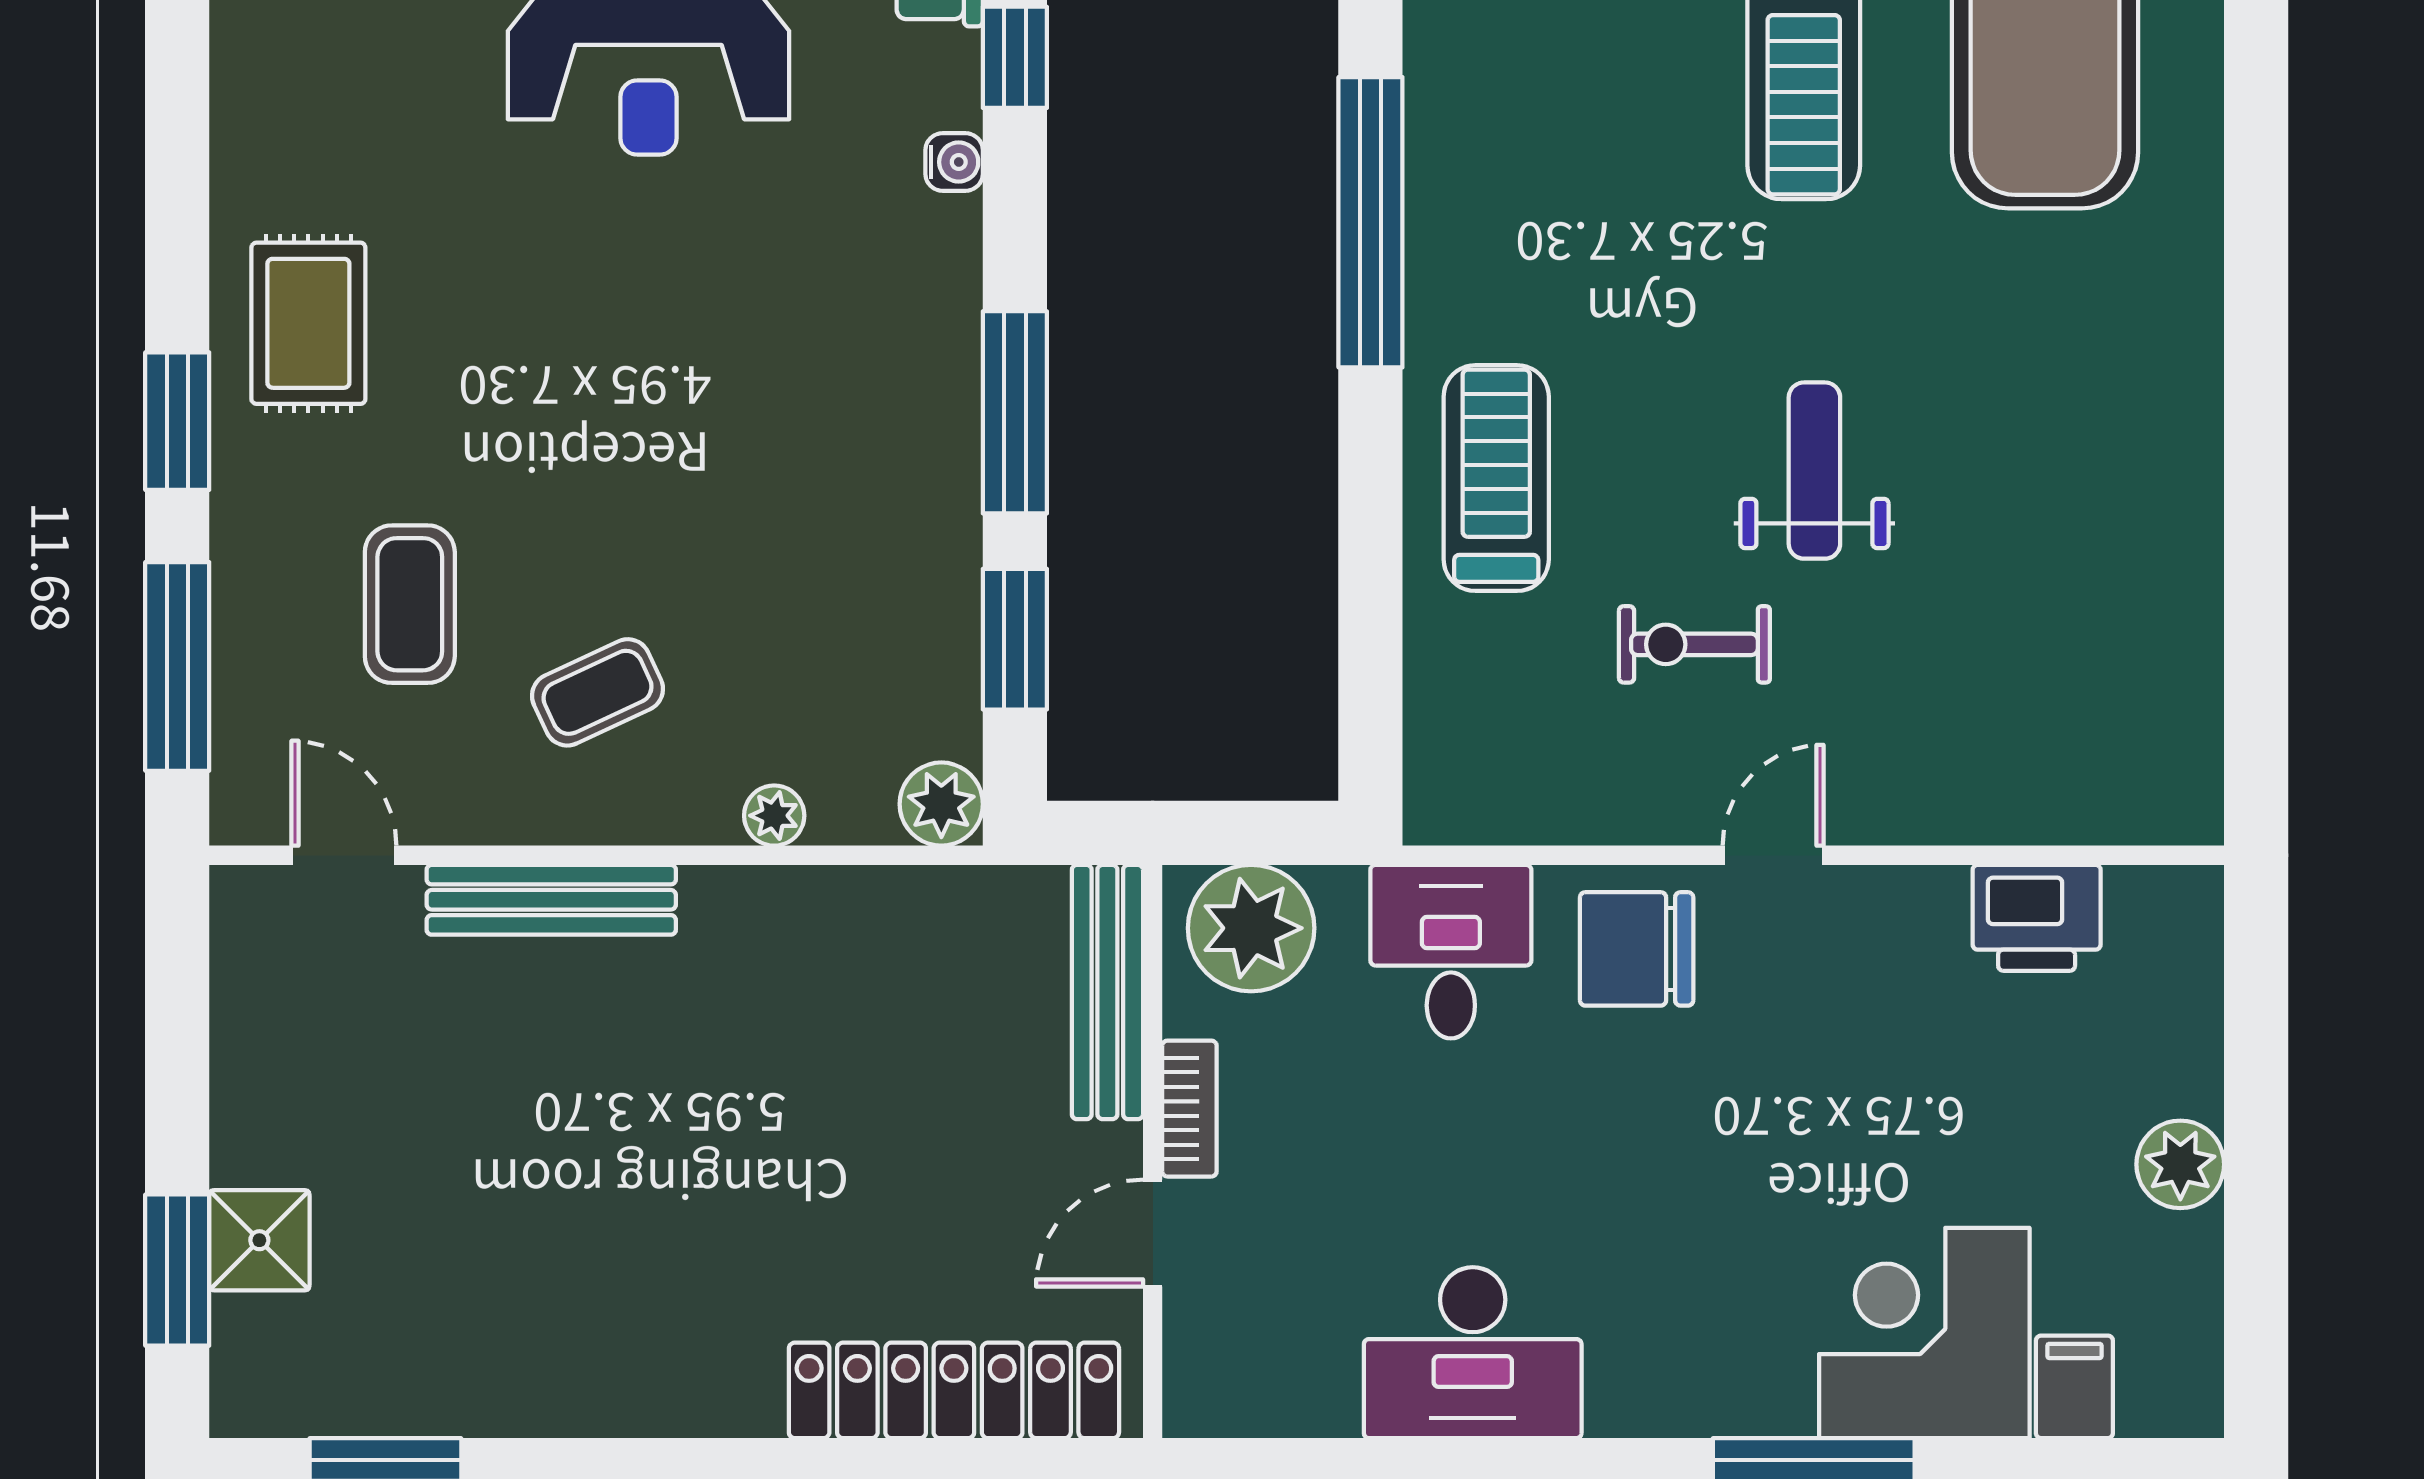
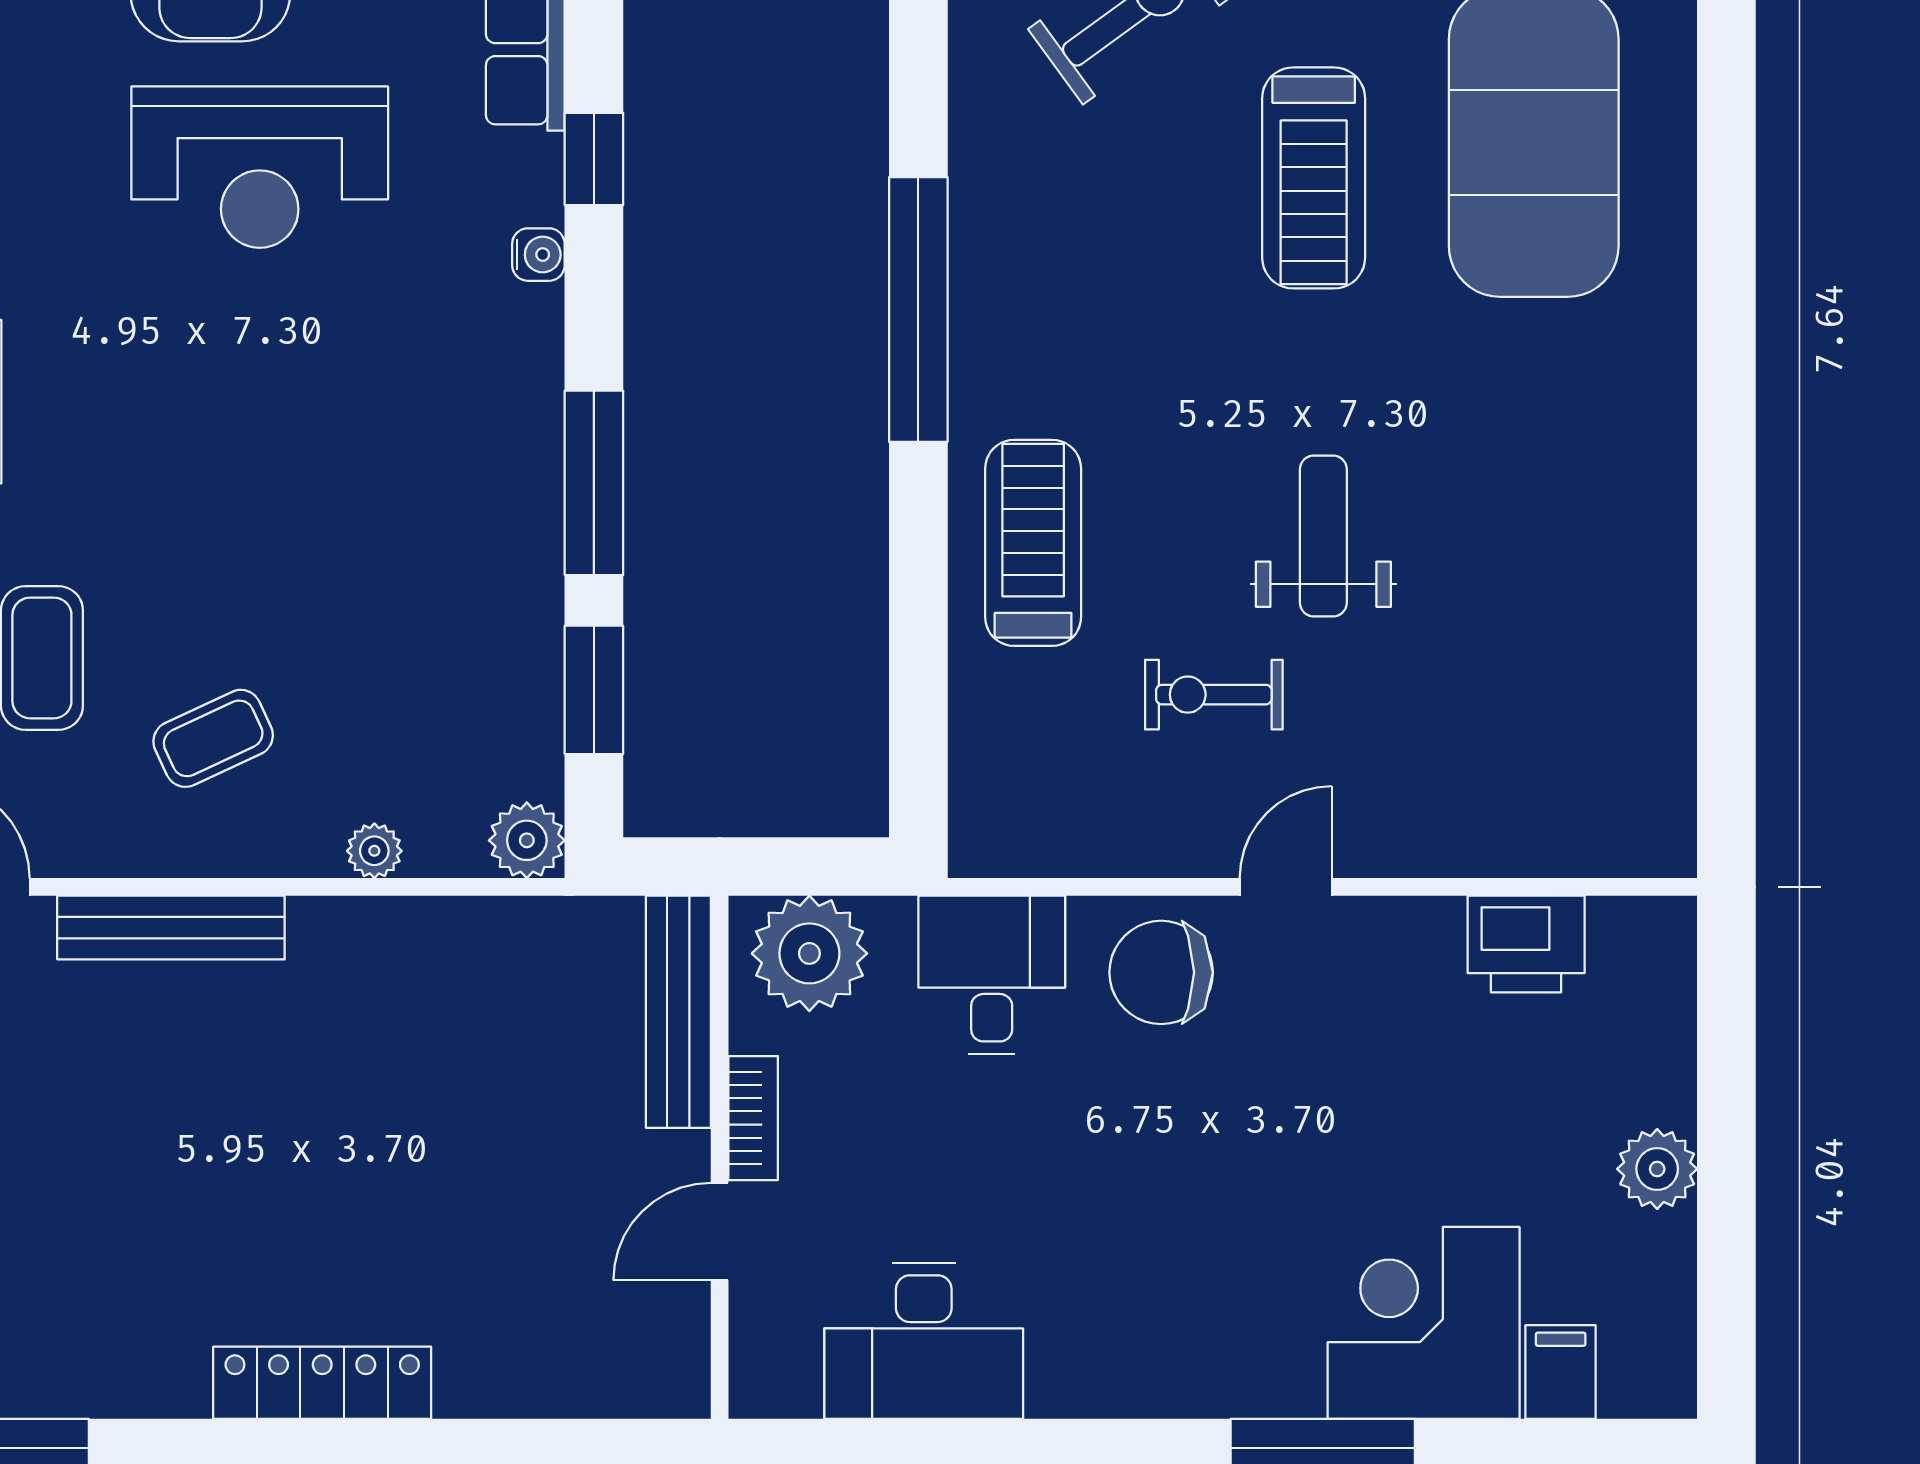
desk: (1473, 1353) -> (924, 1341), moved
locker: (954, 1390) -> (322, 1383), moved, width x0.71, depth x0.83

